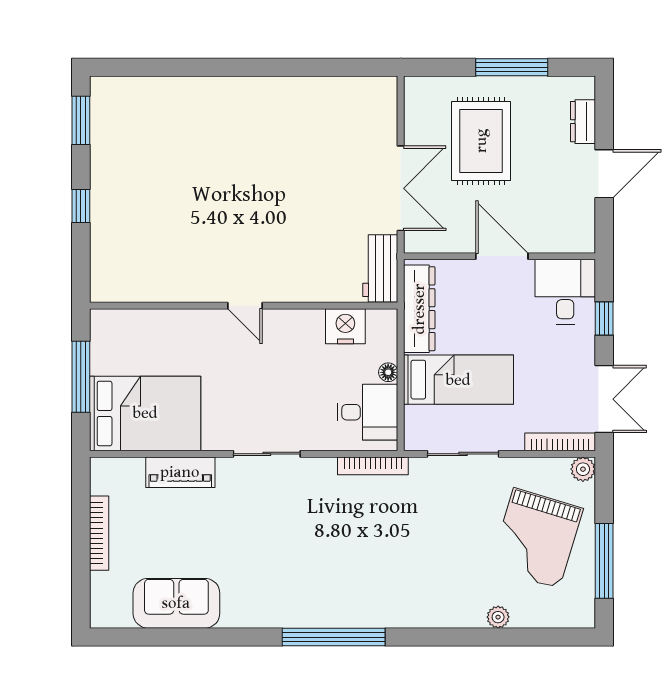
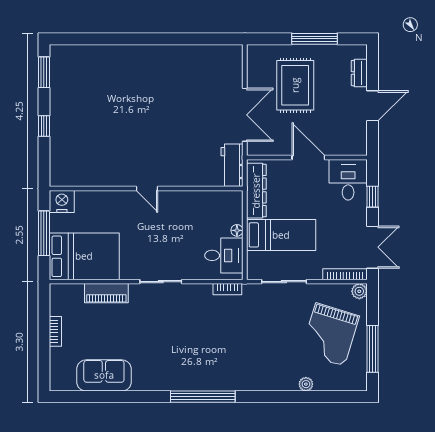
nightstand: (345, 326) -> (62, 201), moved
bookcase: (373, 466) -> (227, 289), width x0.64
bookcase: (99, 533) -> (55, 331), width x0.64

